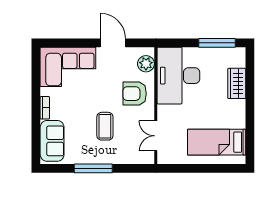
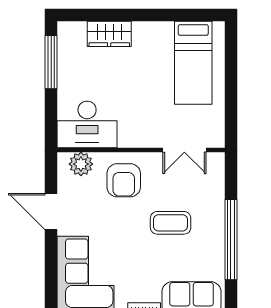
door: (113, 43) -> (51, 211), hinge flipped
desk: (178, 76) -> (87, 125), width x0.73, depth x0.77
window: (93, 168) -> (231, 240), width x1.46

